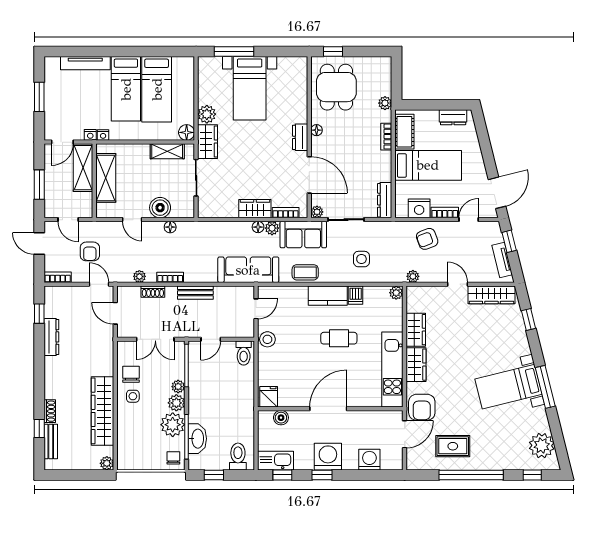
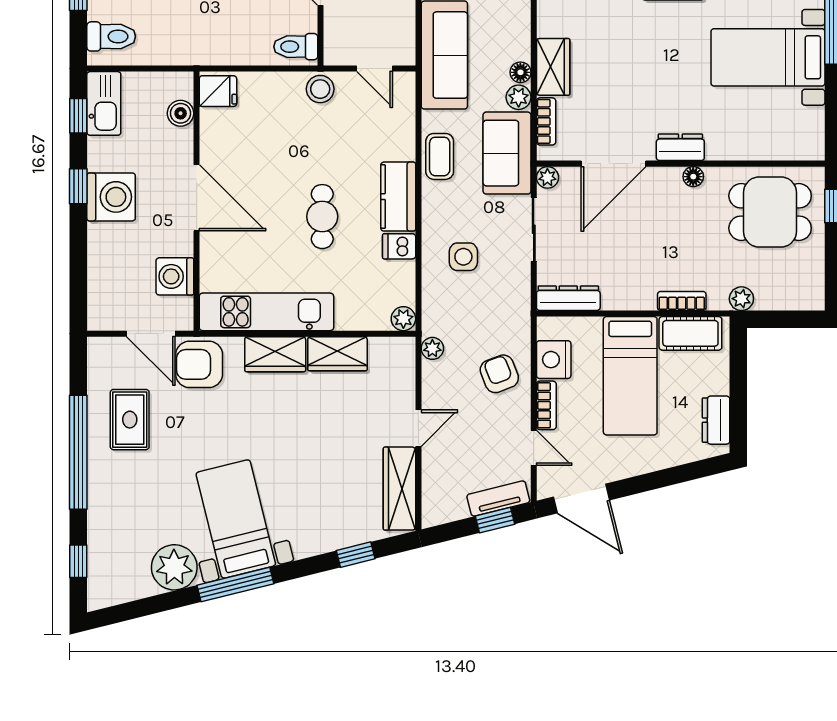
tv unit: (502, 260) -> (498, 499), moved
plant: (542, 446) -> (174, 567), moved
washing machine: (369, 460) -> (175, 276), moved, turned 180

